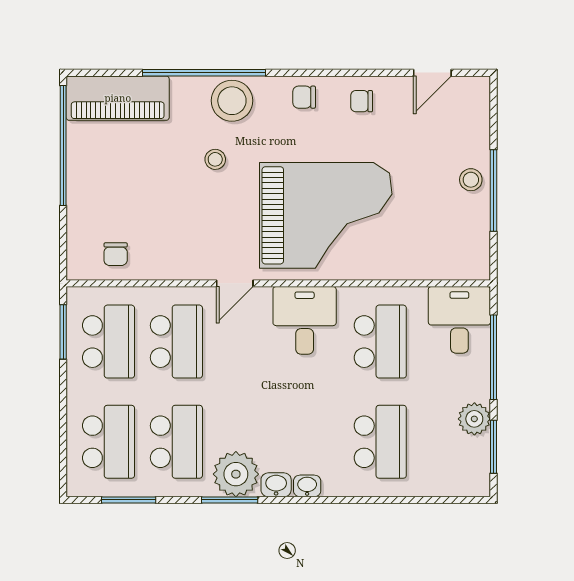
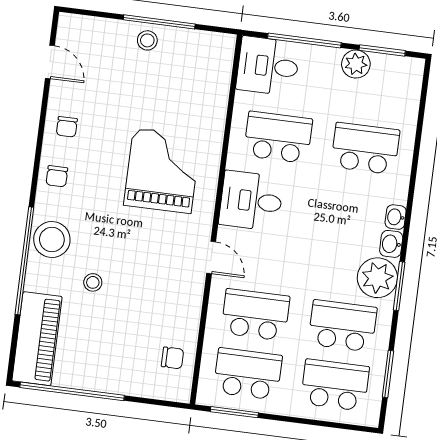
stool: (215, 159) -> (93, 282), moved
grand piano: (326, 215) -> (162, 171), width x0.73, depth x0.68

